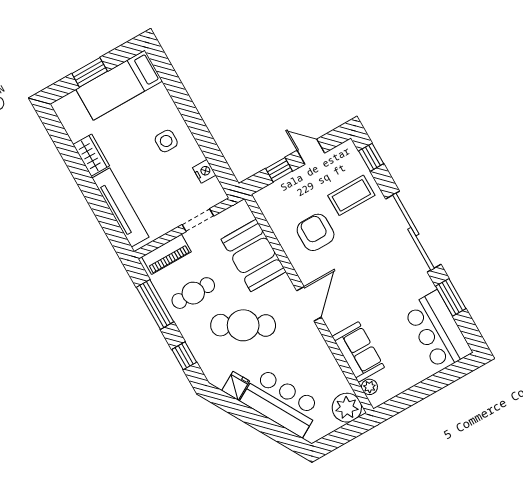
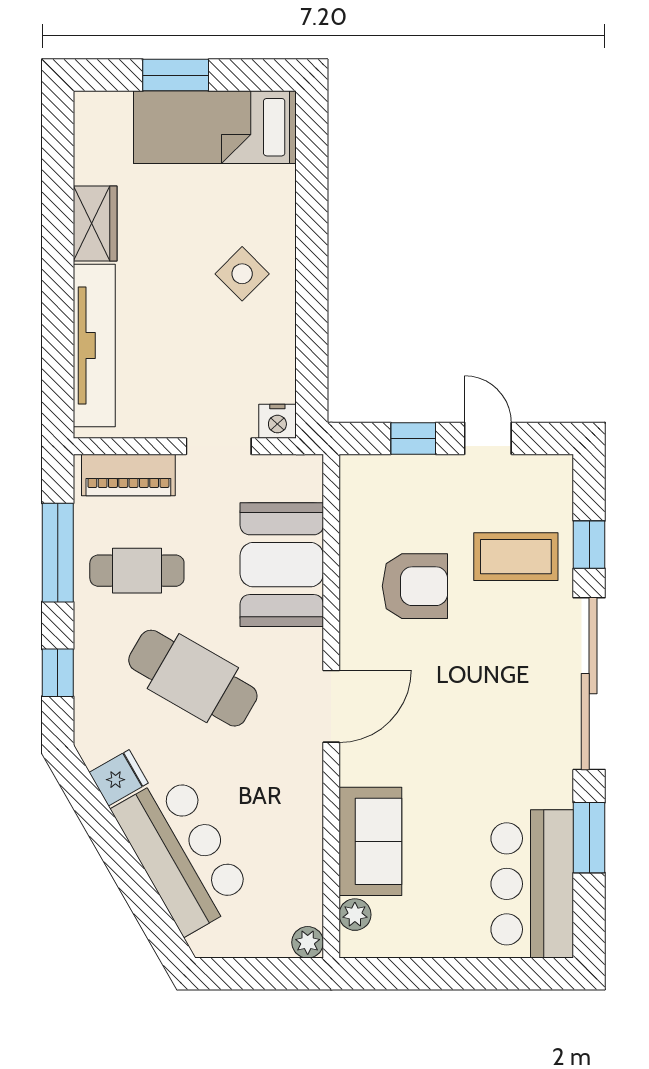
side table: (166, 141) -> (242, 274), turned 45
window: (371, 157) -> (589, 545), moved
nightstand: (204, 171) -> (277, 421), moved, turned 90
armchair: (316, 232) -> (415, 586), turned 90
plant: (347, 408) -> (308, 942), width x0.53, depth x0.53

